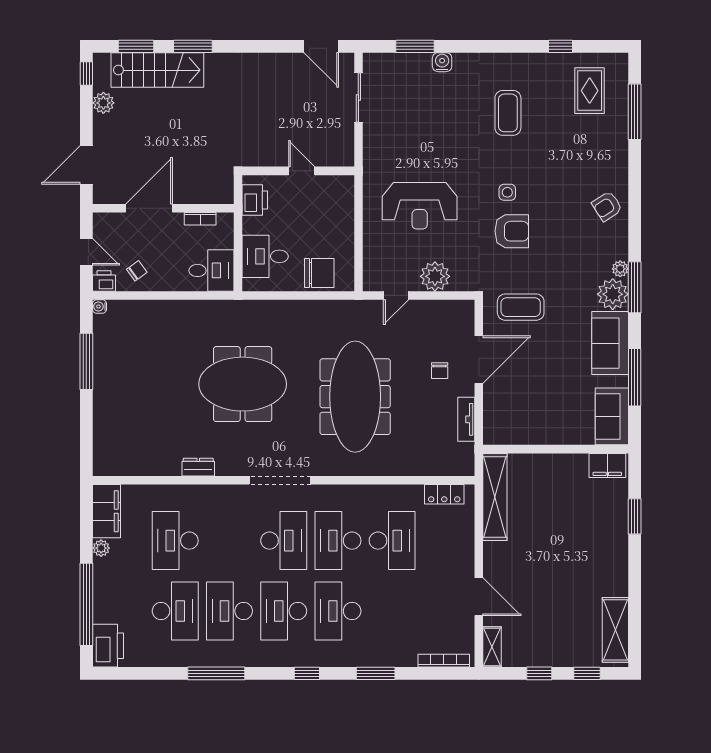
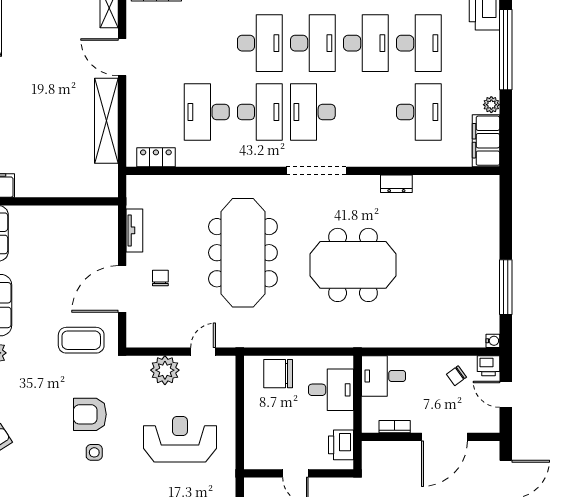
shelving: (495, 497) -> (106, 121), moved
desk: (175, 611) -> (419, 43), turned 180

